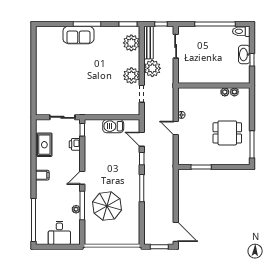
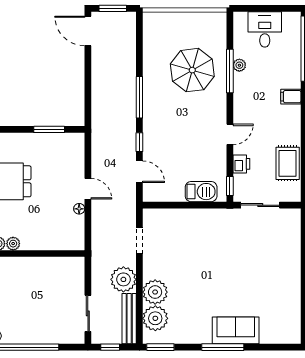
plant: (131, 76) -> (155, 292), moved
barbecue: (113, 126) -> (201, 192), moved
filing cabinet: (42, 175) -> (291, 97), moved
door: (82, 178) -> (230, 134), moved

